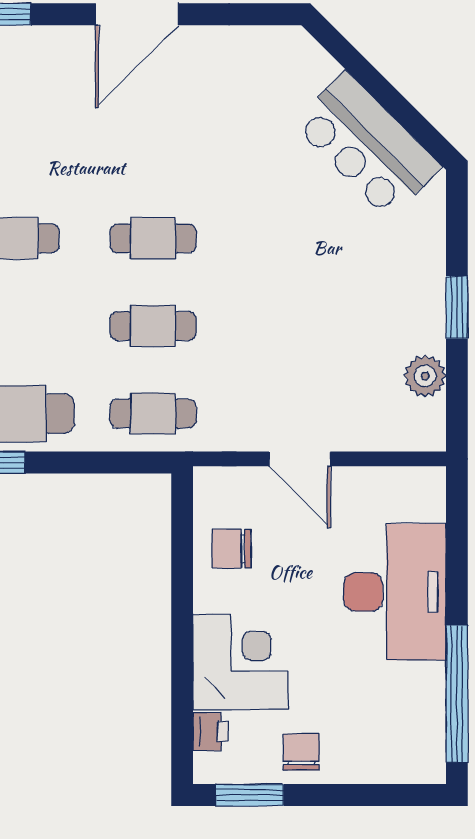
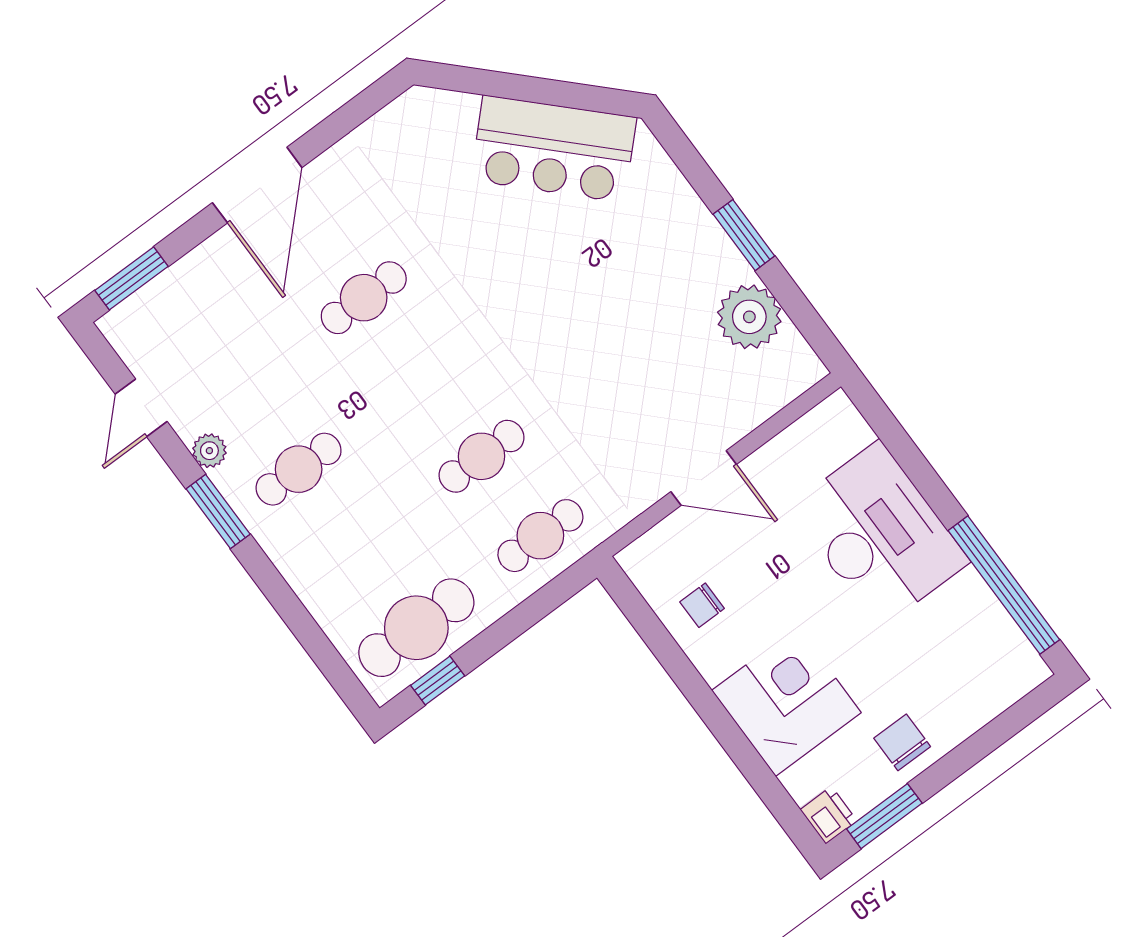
cafe table: (153, 238) -> (364, 298), moved
plant: (425, 376) -> (749, 317), width x1.36, depth x1.36
chair: (231, 549) -> (702, 605), width x0.73, depth x0.73
printer: (210, 731) -> (829, 815), moved

